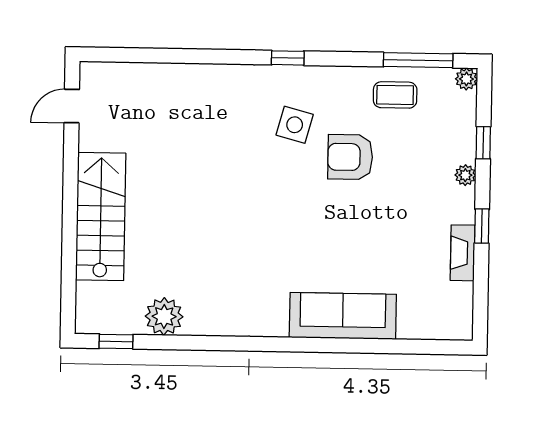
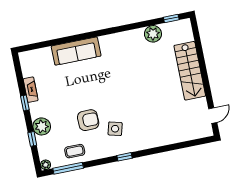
plant: (465, 175) -> (42, 126), width x1.87, depth x1.87

